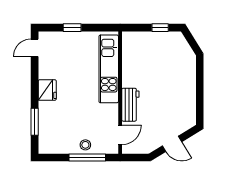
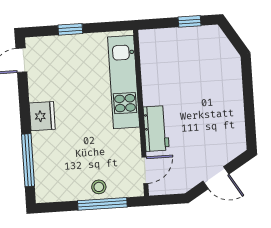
window: (35, 122) -> (28, 160), width x1.44

